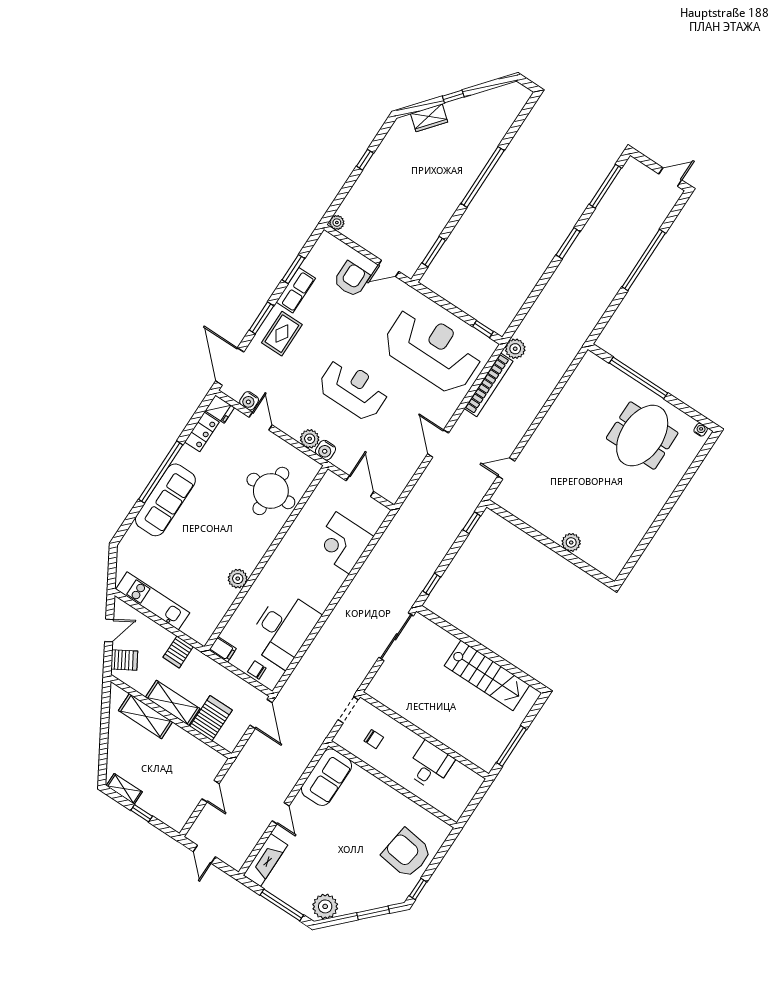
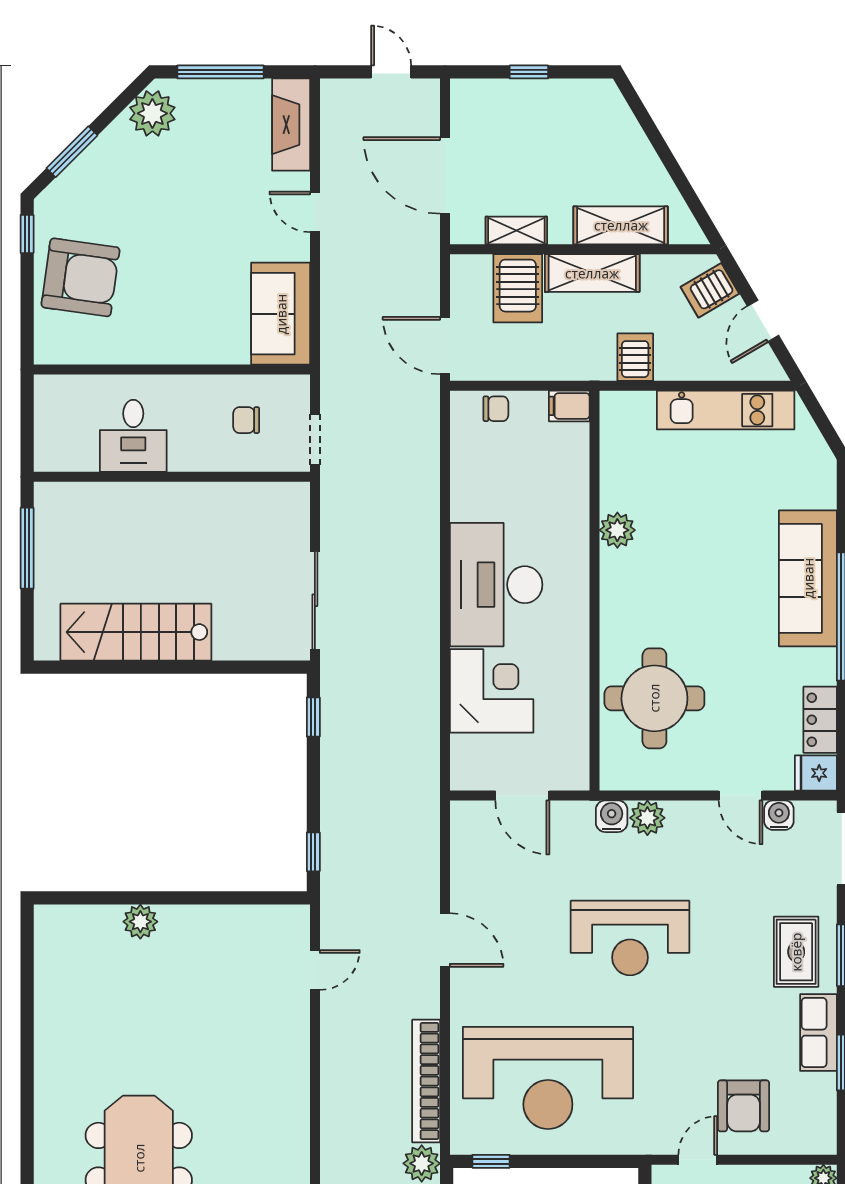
desk: (283, 629) -> (496, 585), moved
shelving: (124, 789) -> (516, 230), moved
door: (211, 791) -> (445, 175), width x1.88

